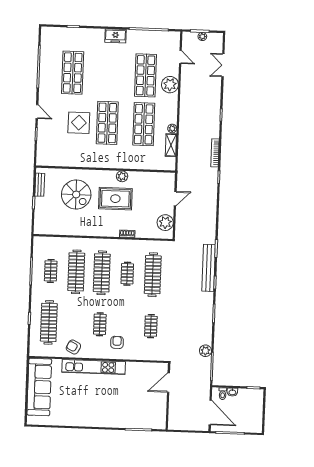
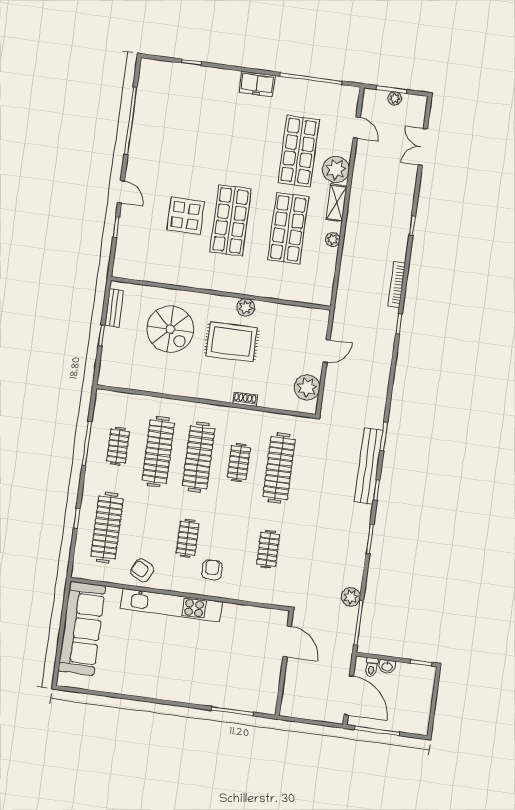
shop shelf: (73, 73) -> (183, 136), removed
shelving: (171, 145) -> (337, 203), moved
door: (168, 383) -> (287, 641), swing flipped

